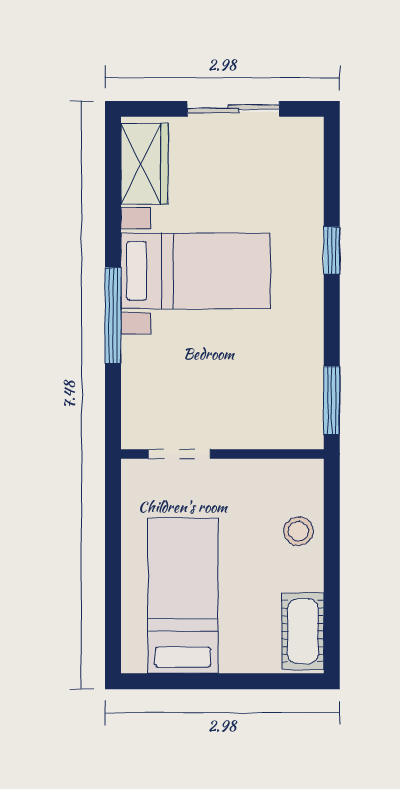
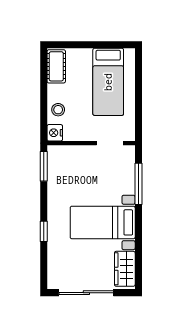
sliding door: (233, 109) -> (86, 293), width x1.37
window: (113, 316) -> (138, 184), moved
nightstand: (306, 478) -> (55, 133), added

